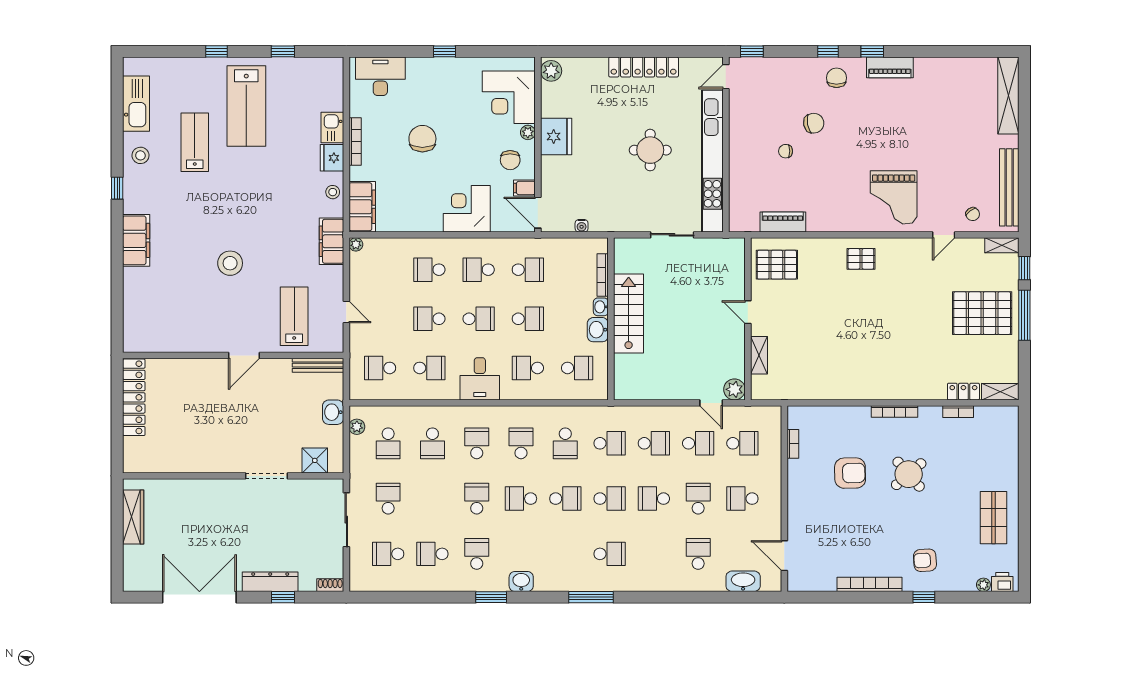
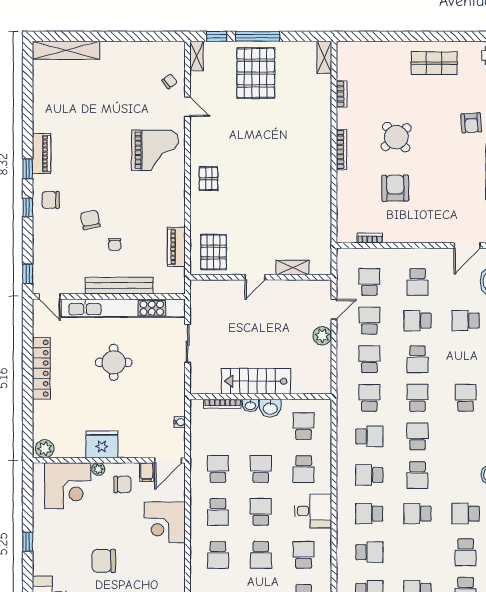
bench: (1009, 187) -> (119, 286), moved
plant: (734, 389) -> (322, 336), moved
locker: (963, 392) -> (324, 89), removed

